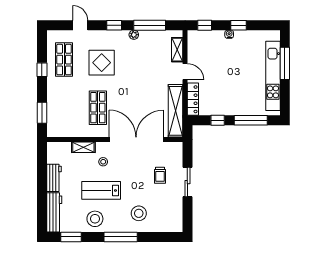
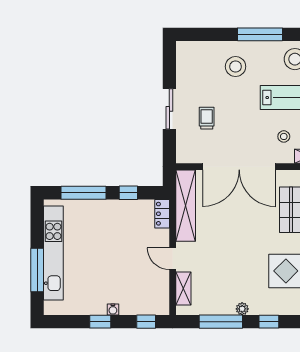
locker: (193, 99) -> (162, 214), width x0.66

